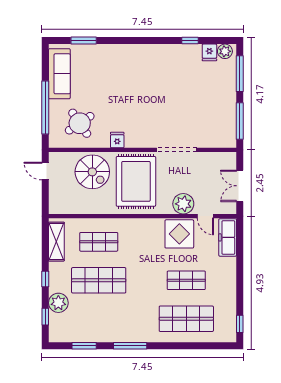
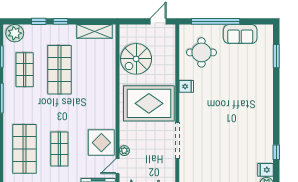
sofa: (59, 74) -> (240, 34), width x0.73
round table: (80, 123) -> (202, 52), turned 34
spiral stairs: (92, 172) -> (136, 59), moved
plant: (183, 204) -> (124, 151), width x0.53, depth x0.53
shop shelf: (99, 242) -> (25, 70), moved
plant: (58, 303) -> (15, 33), moved
window: (45, 317) -> (39, 21), moved

